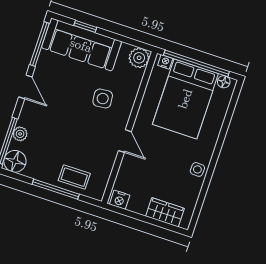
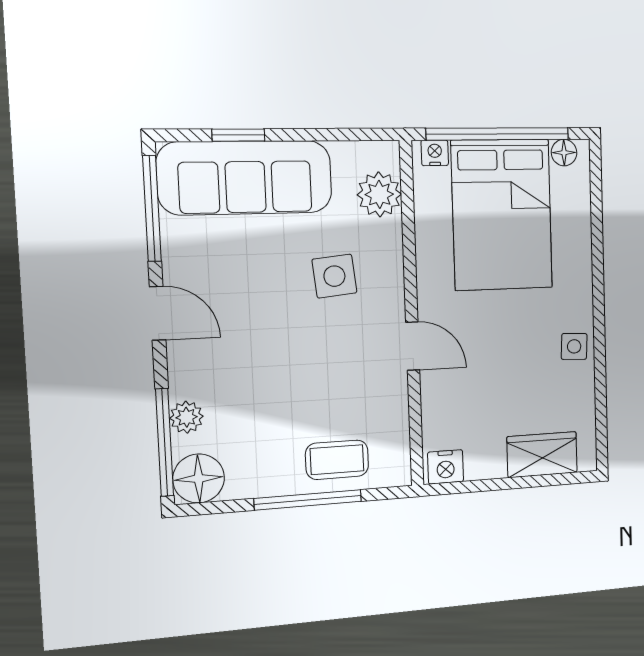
plant: (139, 58) -> (379, 194), moved

